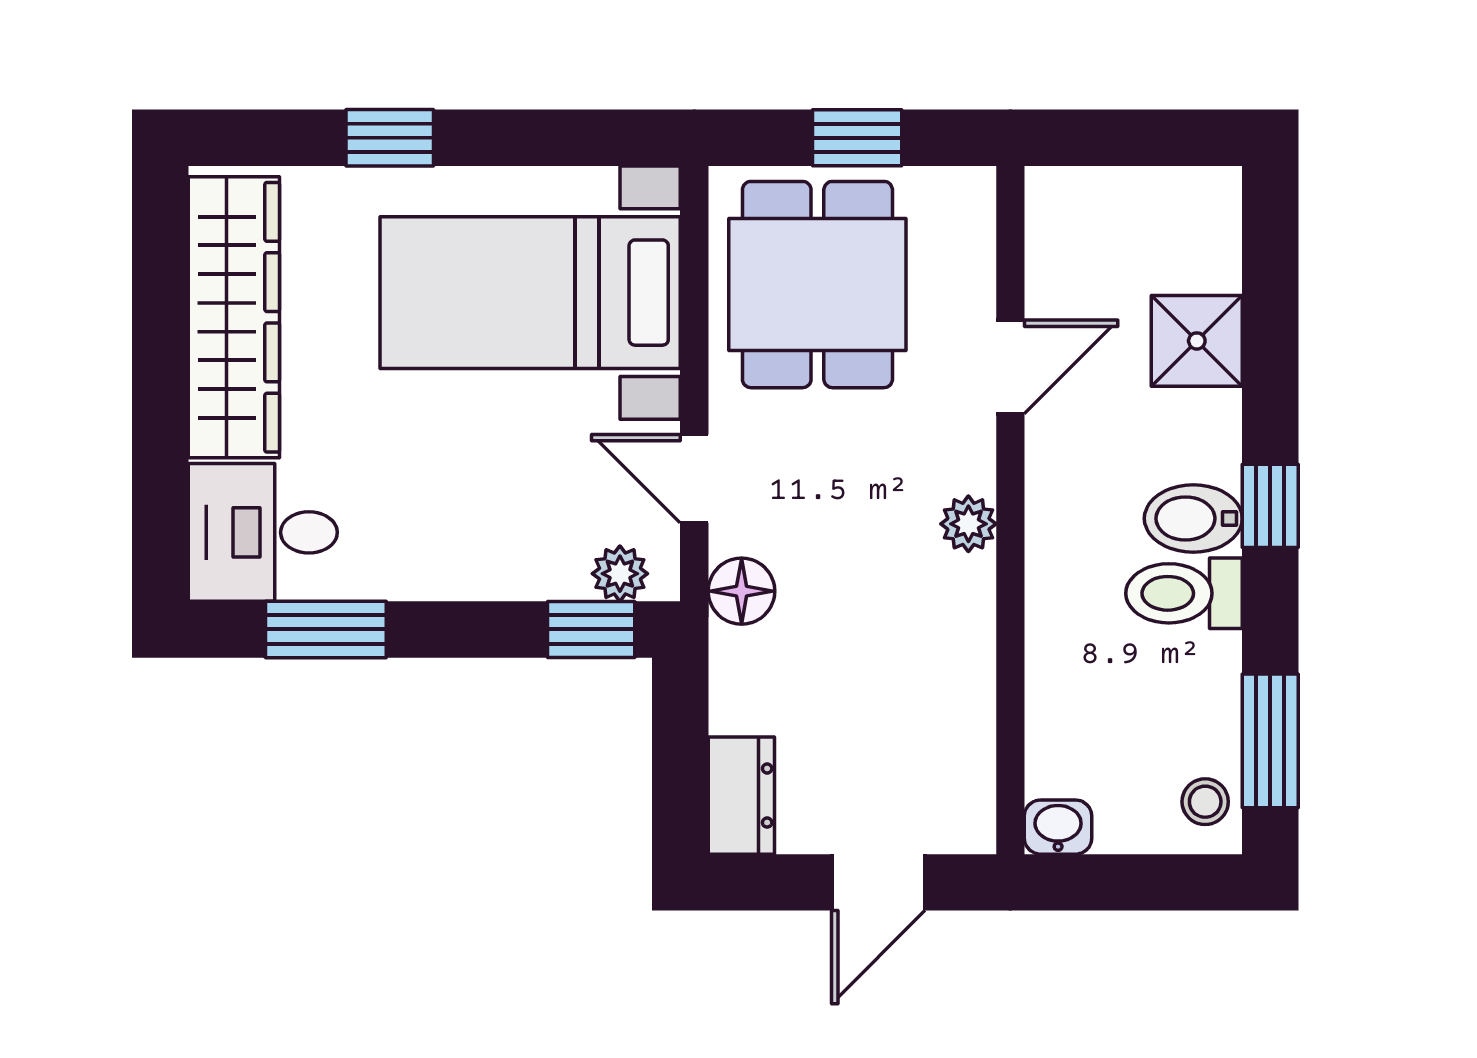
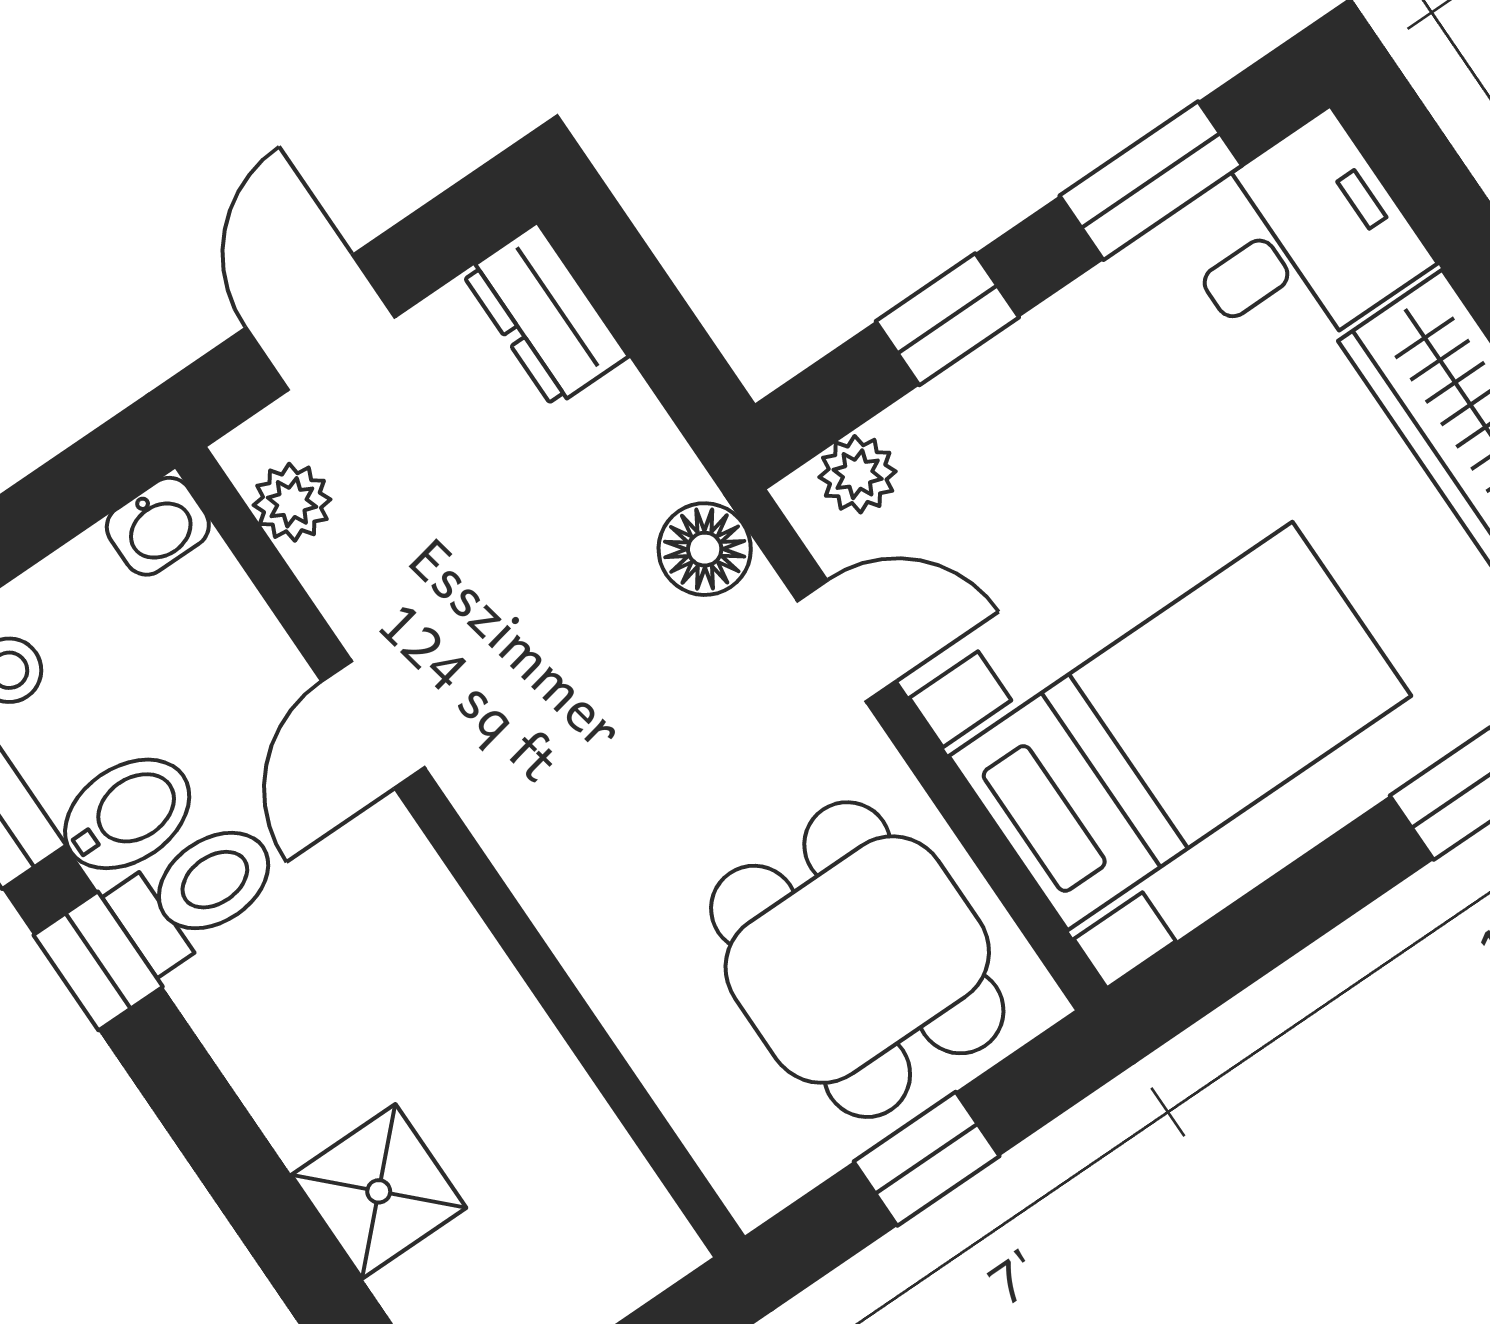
door: (1010, 367) -> (373, 725), moved
window: (1270, 506) -> (98, 961), moved
bidet: (1193, 518) -> (127, 814), moved
plant: (968, 524) -> (292, 502), moved
window: (591, 629) -> (947, 319), moved

